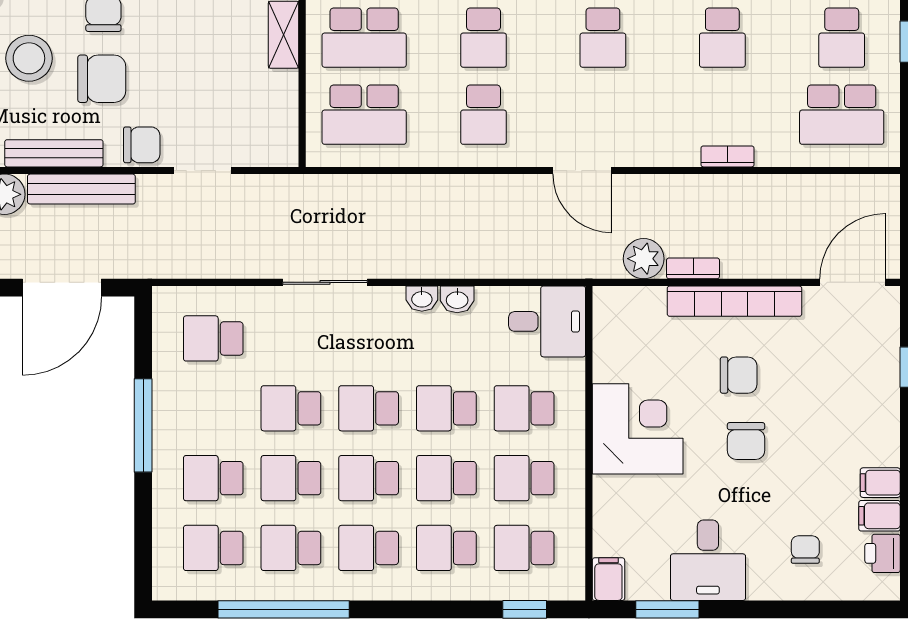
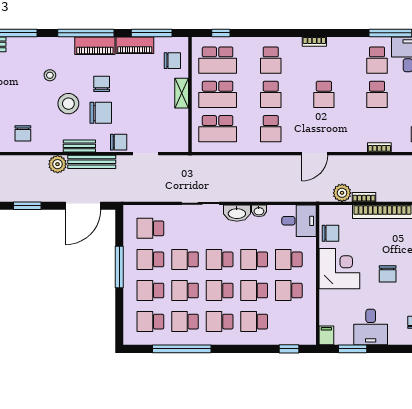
bench: (54, 153) -> (79, 146), width x0.73
door: (582, 171) -> (315, 154), hinge flipped
washbasin: (422, 299) -> (237, 213), width x1.91, depth x1.45
chair: (739, 375) -> (330, 233), moved
school desk: (524, 548) -> (150, 259), moved

